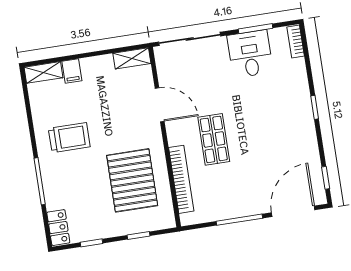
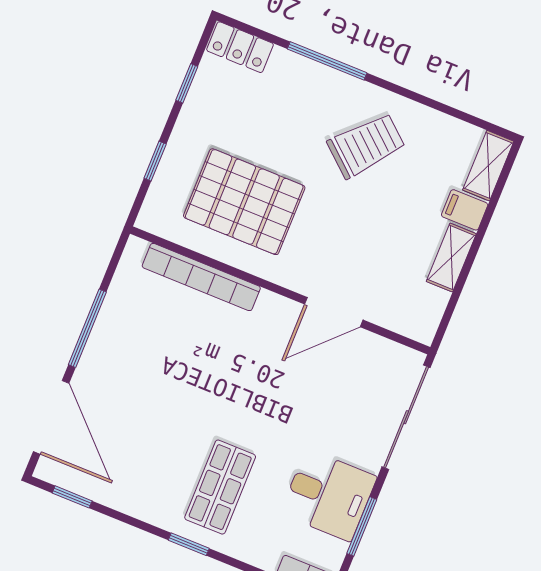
shelving: (132, 58) -> (451, 258), moved
trolley: (69, 138) -> (366, 145), turned -139
shop shelf: (214, 139) -> (220, 487), moved, turned 90

